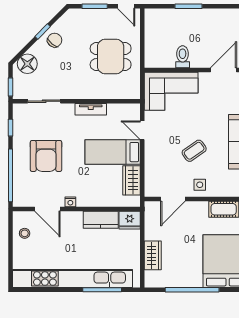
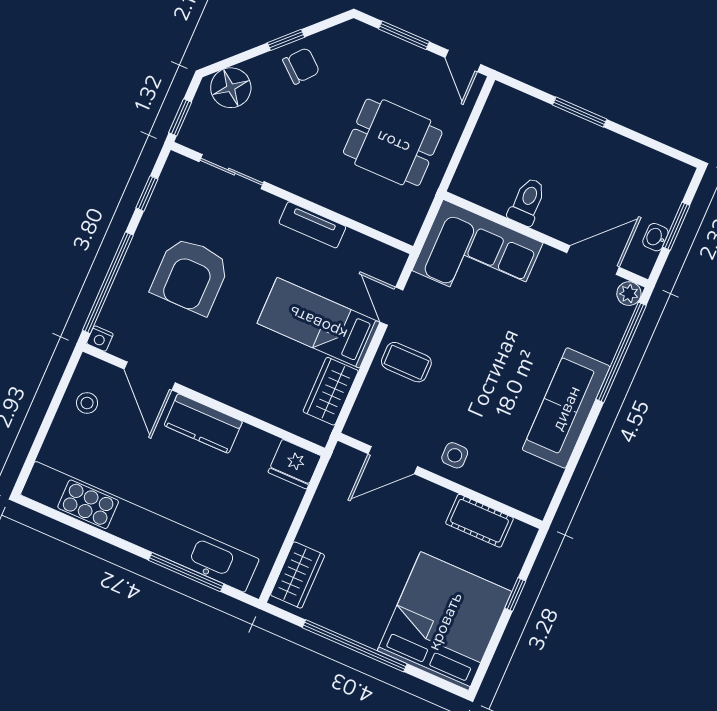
coffee table: (194, 151) -> (406, 362), moved, turned 35
nightstand: (70, 202) -> (100, 339), moved
kitchen counter: (101, 220) -> (203, 423), moved
wardrobe: (153, 255) -> (298, 575), moved

